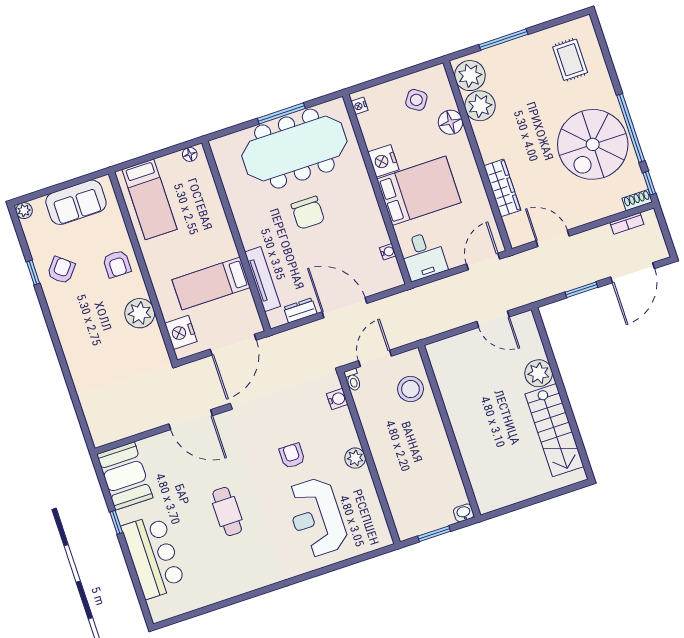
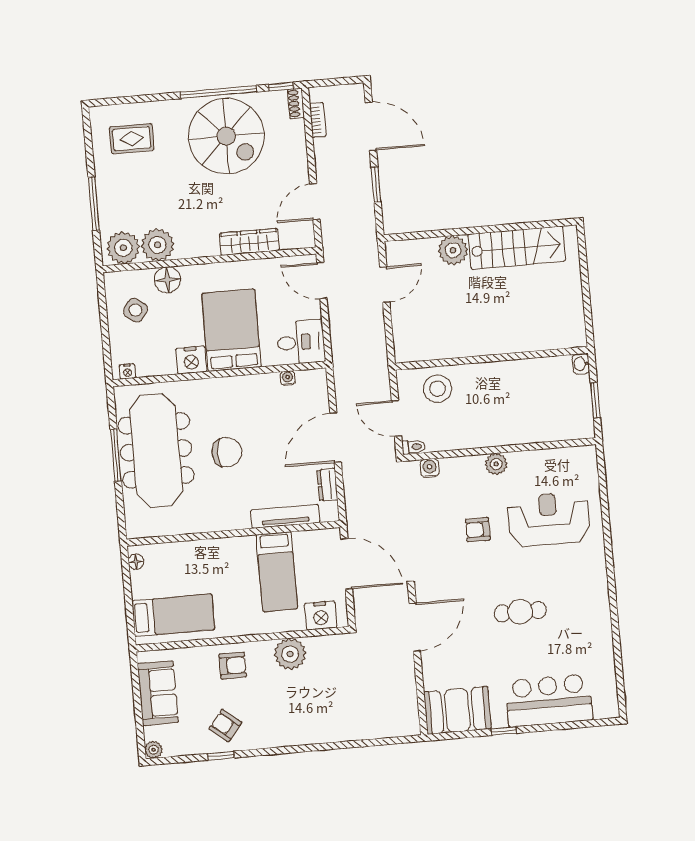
reception desk: (316, 517) -> (549, 519), turned 180

